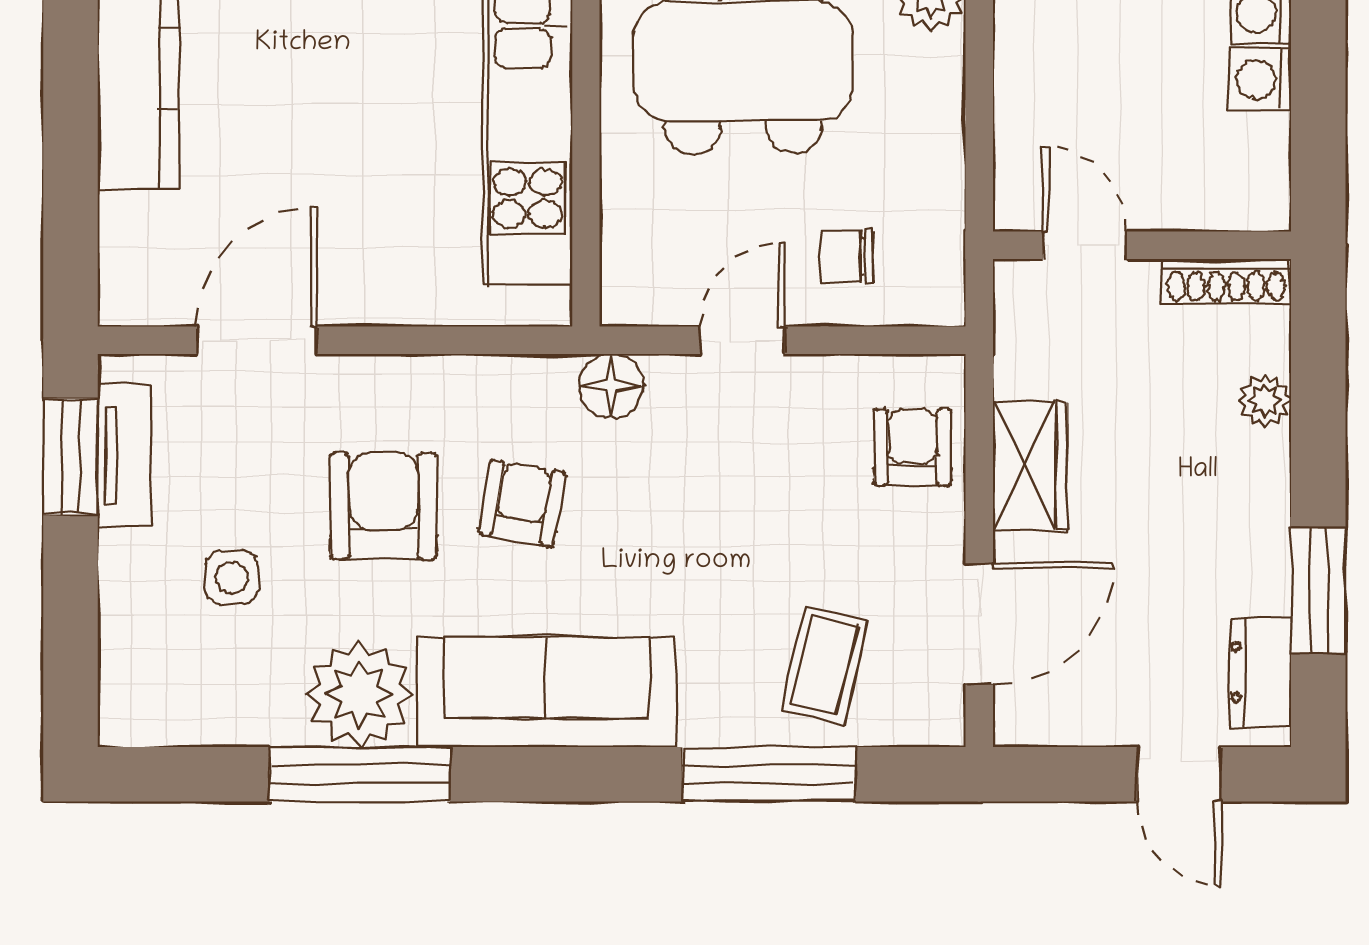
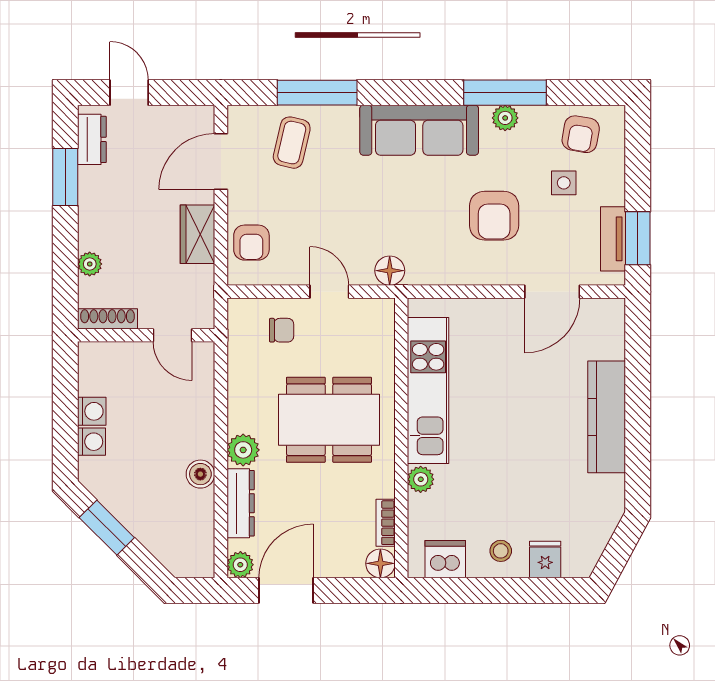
door: (743, 340) -> (329, 292), swing flipped
armchair: (522, 503) -> (581, 134), moved
plant: (359, 694) -> (505, 118), width x0.53, depth x0.53

